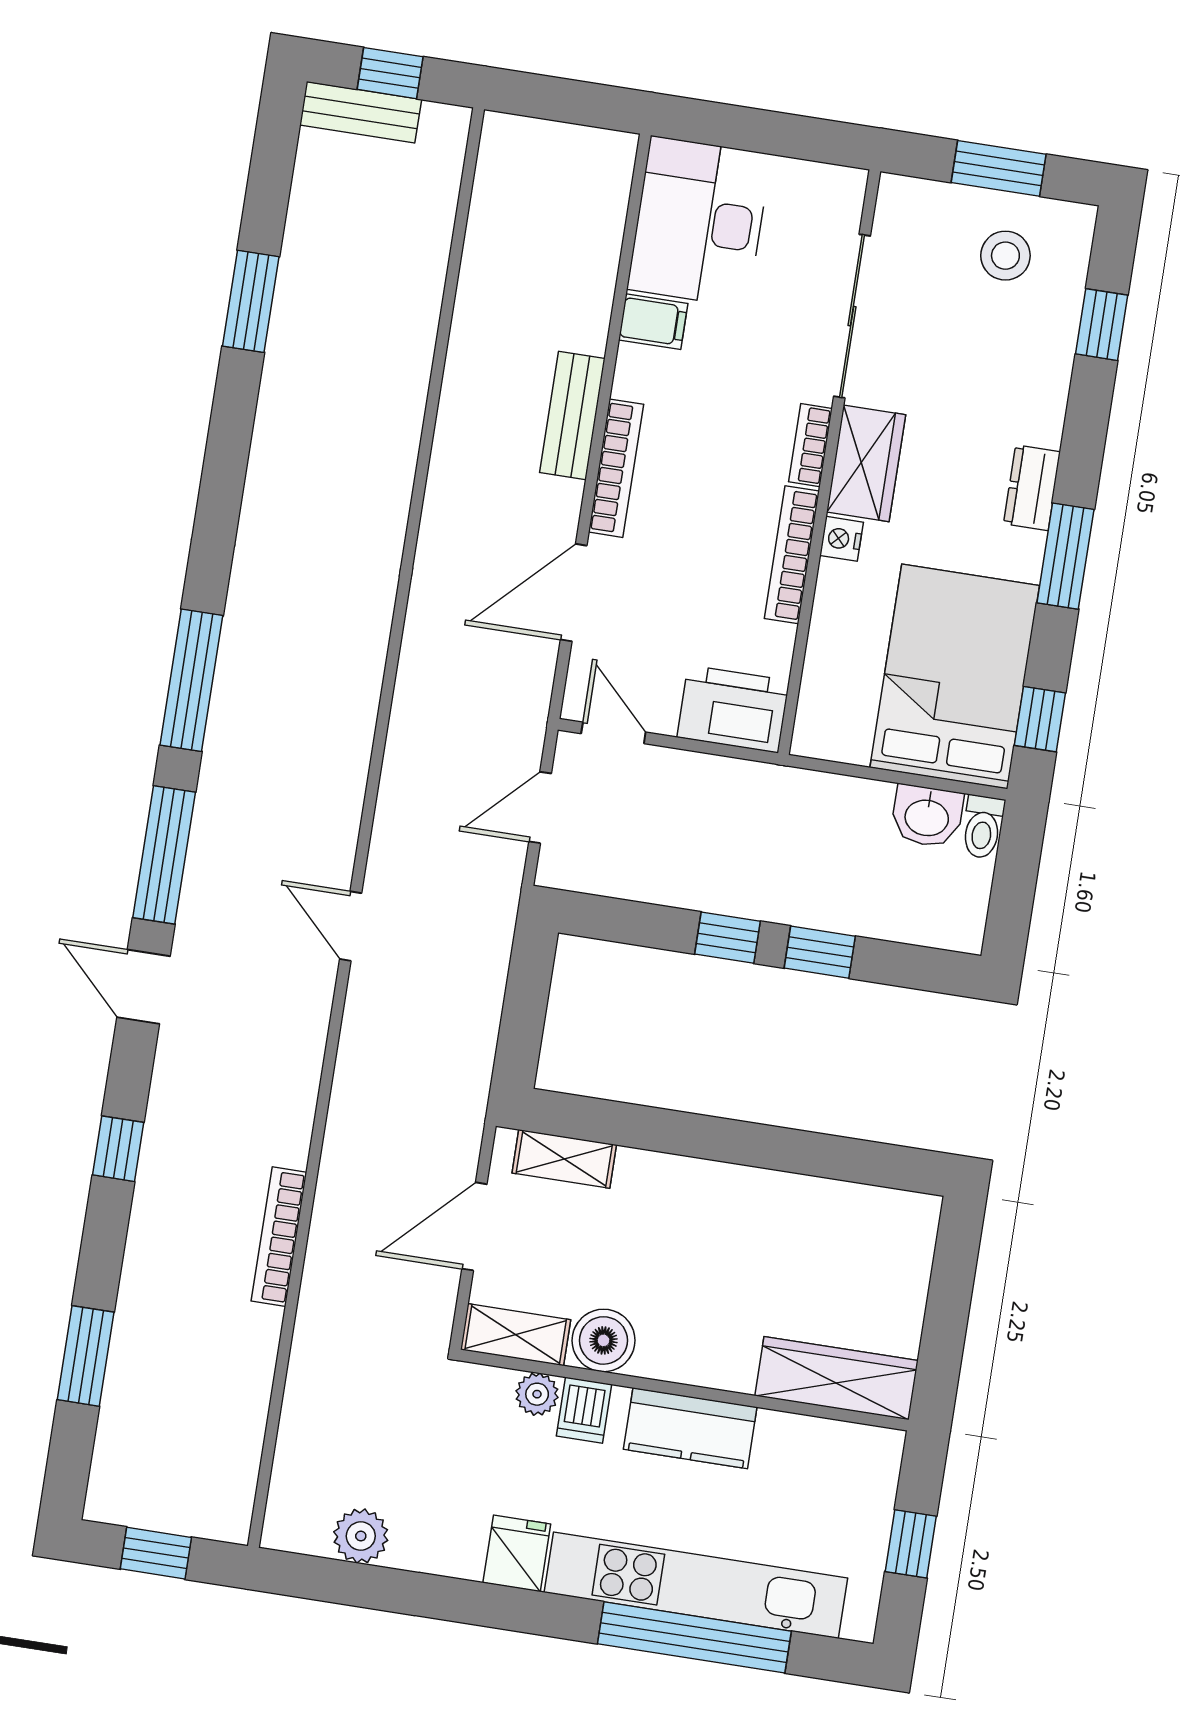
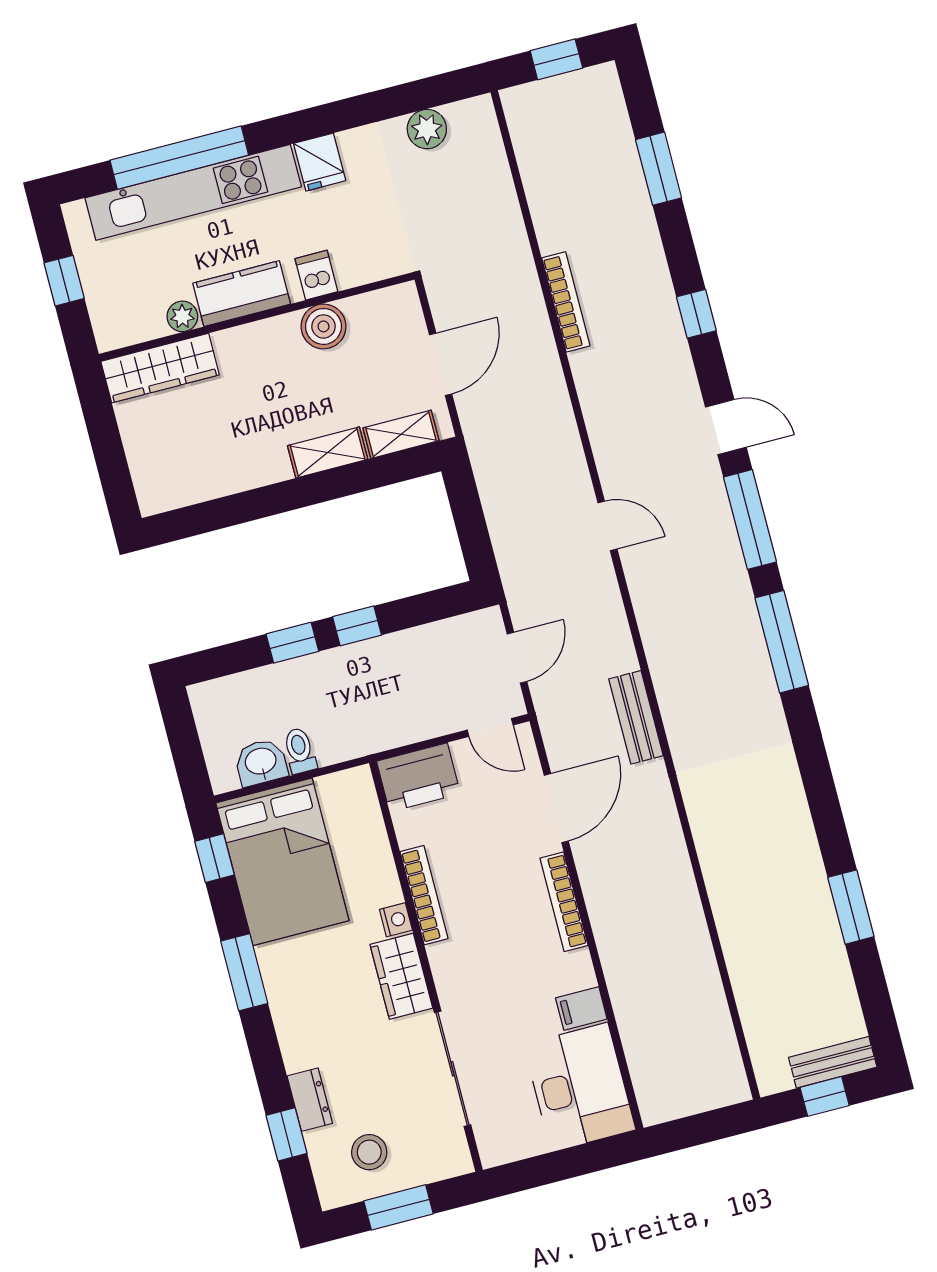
bench: (572, 416) -> (636, 717), moved
bookcase: (810, 445) -> (443, 972), removed
dresser: (1032, 488) -> (310, 1100), moved
toilet: (983, 827) -> (300, 751), moved
shelving: (516, 1335) -> (328, 452), moved
plant: (537, 1394) -> (182, 316), moved

